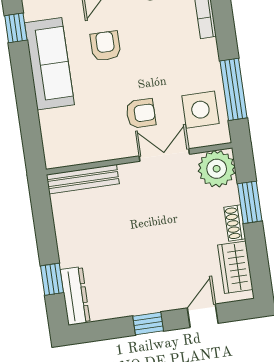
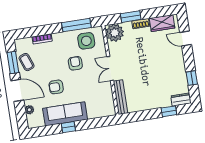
window: (16, 28) -> (68, 127), moved
armchair: (141, 113) -> (75, 63), moved
double door: (164, 155) -> (110, 69), moved
dresser: (75, 296) -> (181, 99), width x0.70
window: (148, 324) -> (192, 78), moved

